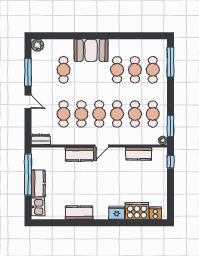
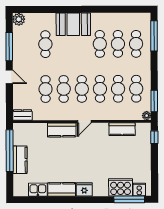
kitchen sink: (38, 207) -> (38, 190), moved, turned -90
fridge: (117, 213) -> (84, 189), moved
window: (145, 223) -> (129, 199), added

